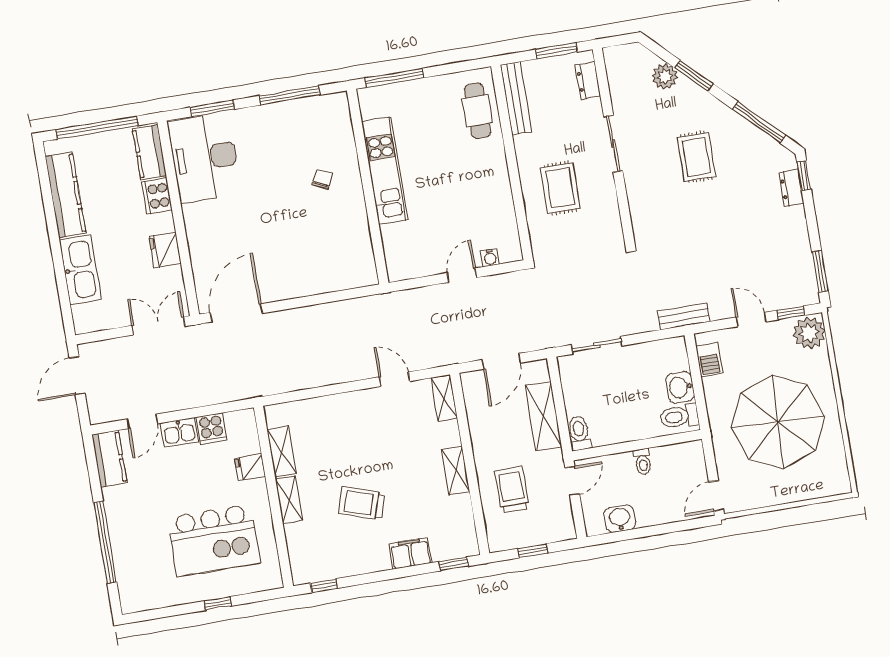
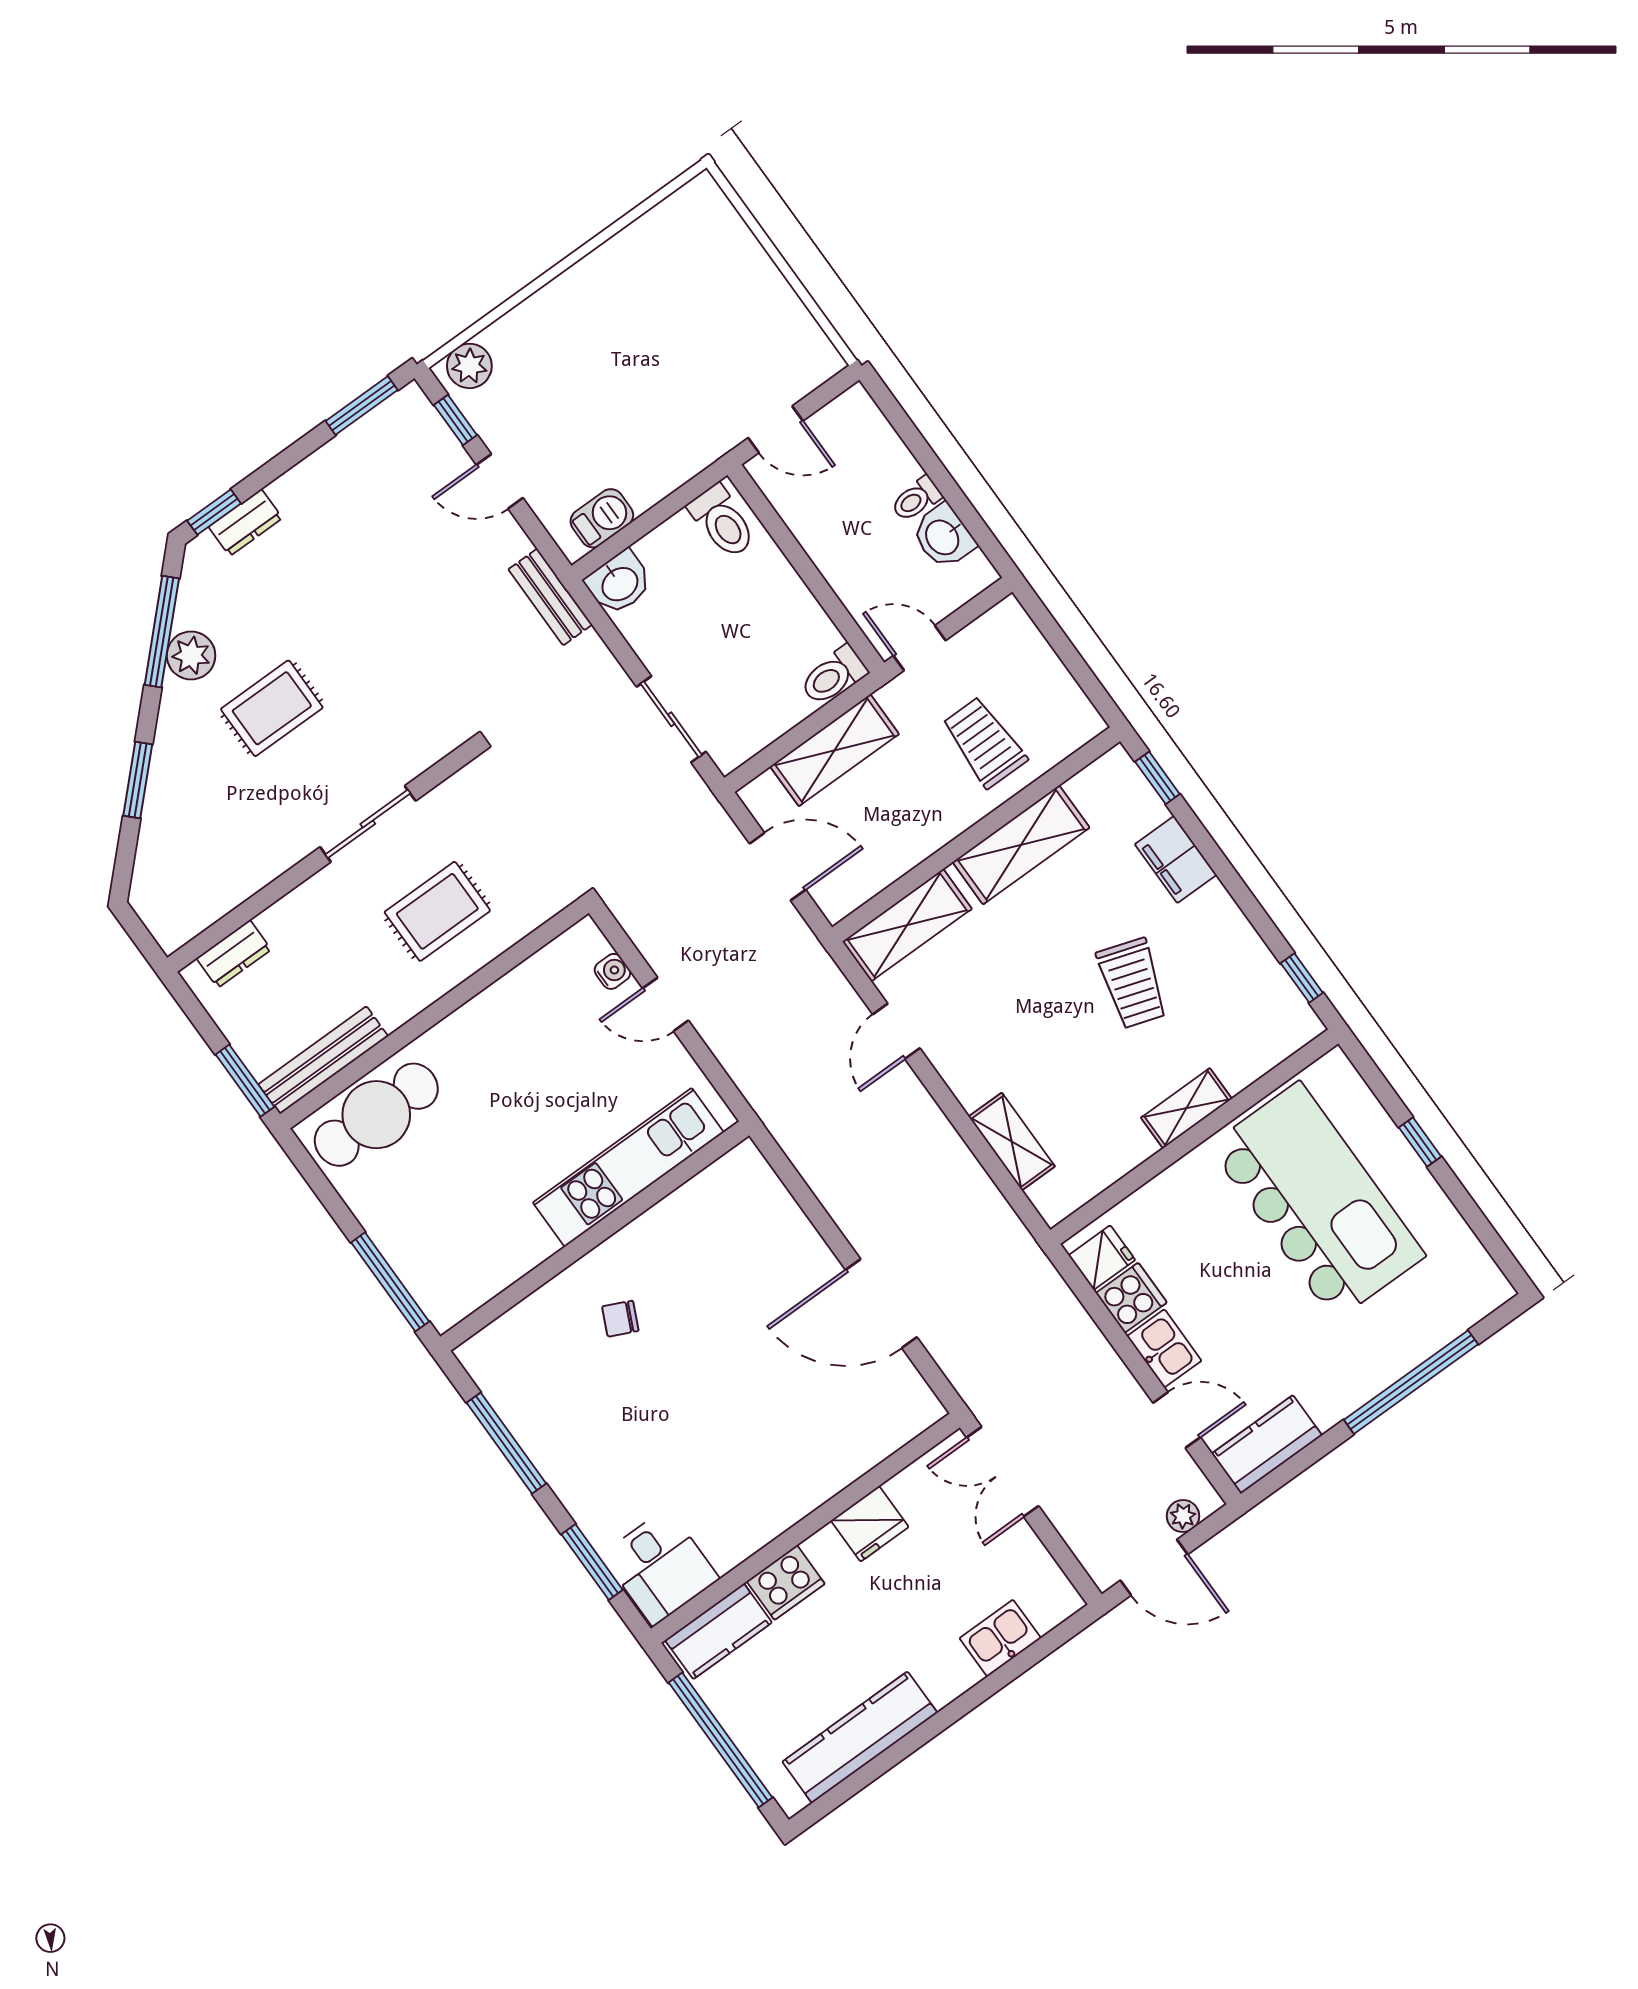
window: (556, 51) -> (245, 1081), moved
plant: (665, 76) -> (191, 656), moved
cafe table: (477, 111) -> (376, 1115), width x1.37, depth x1.35
sliding door: (613, 144) -> (368, 824), moved
desk: (204, 158) -> (660, 1567), width x0.53, depth x0.77
kitchen unit: (385, 171) -> (628, 1167), moved
kitchen sink: (80, 270) -> (1000, 1638), width x0.53, depth x0.81
door: (236, 313) -> (881, 1303), moved
door: (751, 319) -> (500, 481), hinge flipped
plant: (809, 333) -> (469, 366), width x0.73, depth x0.73
washbasin: (680, 387) -> (619, 583), moved
shelving: (444, 398) -> (907, 925), width x1.50, depth x1.33
plant: (95, 402) -> (1183, 1516), added
parasol: (778, 422) -> (650, 351), removed
shelving: (282, 451) -> (1012, 1142), moved, turned 90
toilet: (643, 462) -> (916, 499), moved, turned 180
fridge: (250, 467) -> (1102, 1258), moved, turned -90
shelving: (456, 471) -> (1021, 845), width x1.50, depth x1.33
trolley: (512, 490) -> (984, 742), turned 90
door: (716, 496) -> (776, 429), moved
kitchen island: (214, 540) -> (1317, 1201), width x1.37
window: (533, 551) -> (1070, 656), removed

